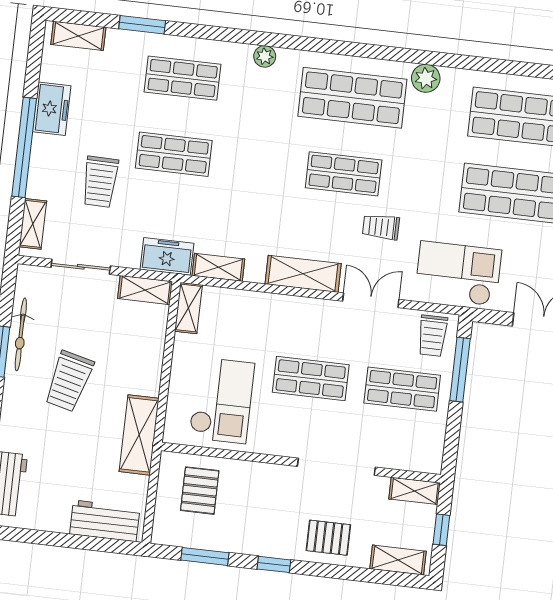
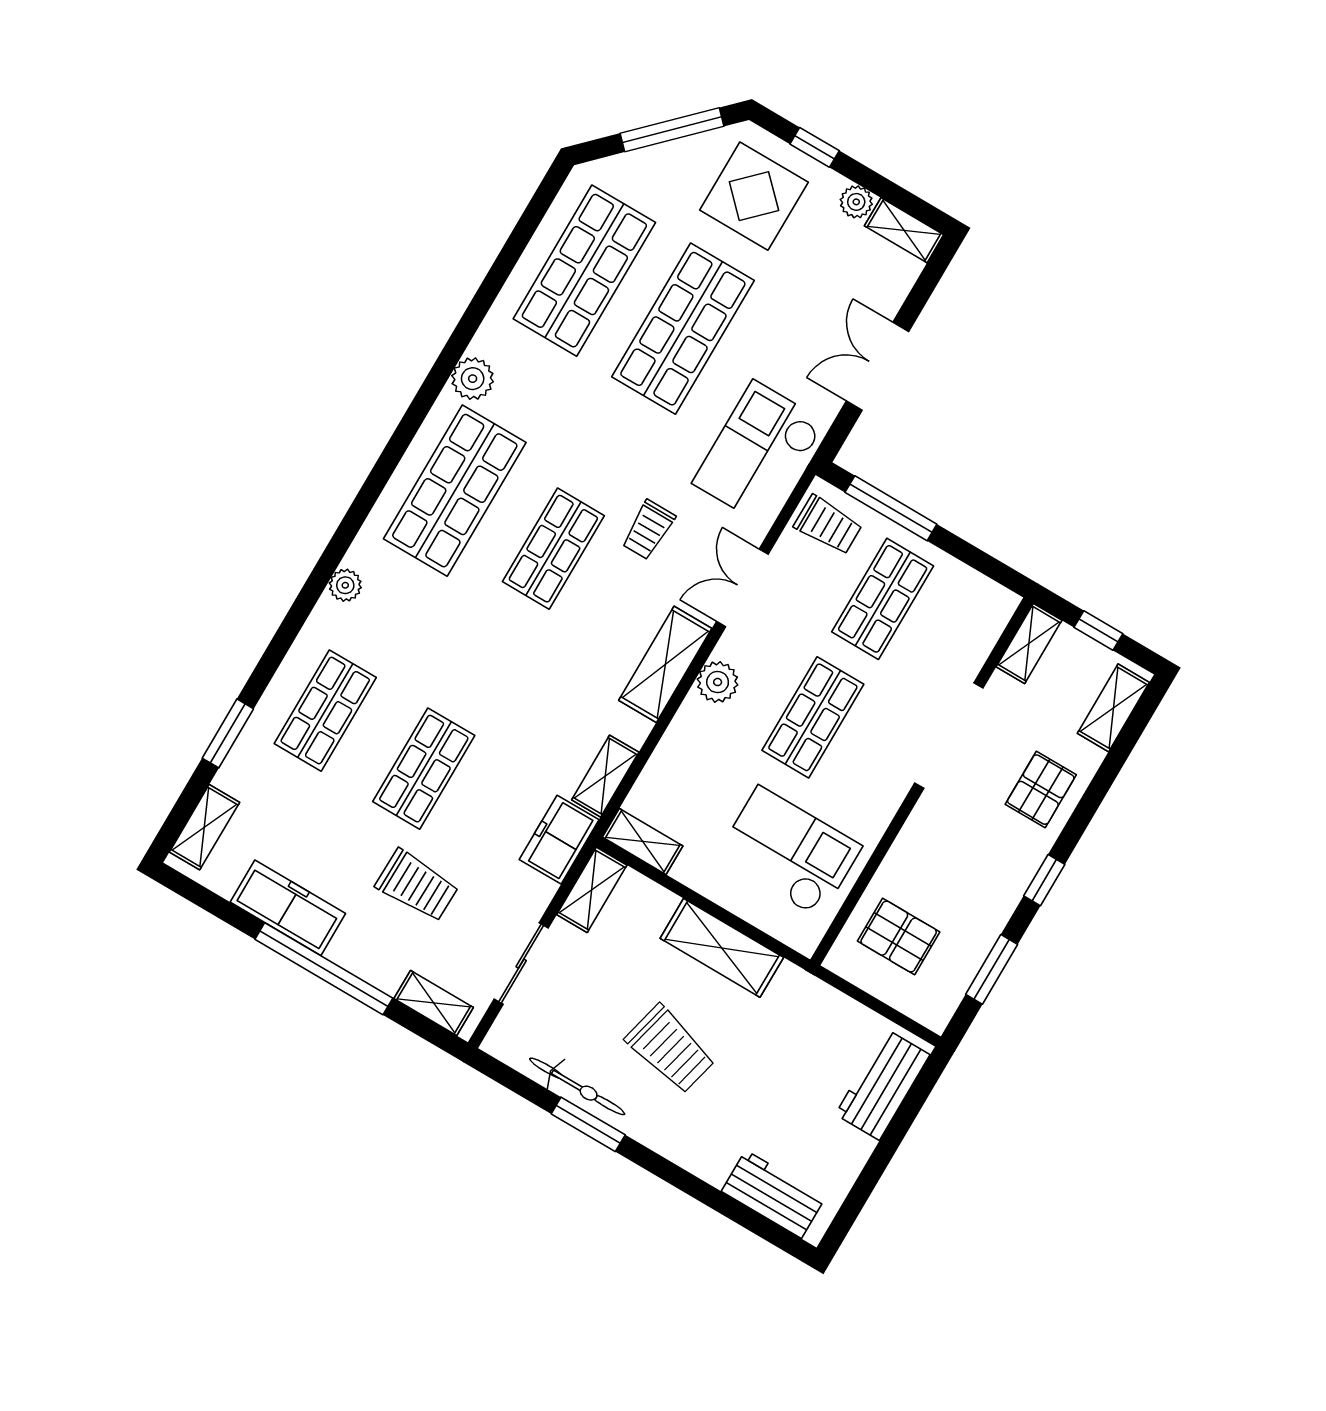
freezer: (52, 109) -> (288, 908), width x1.40
plant: (306, 311) -> (718, 682), added
shelving: (139, 435) -> (722, 948), moved

